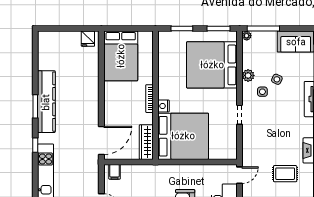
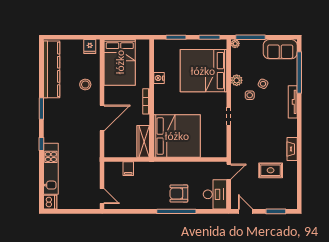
stool: (83, 80) -> (85, 85), added
kitchen counter: (46, 102) -> (52, 69), moved
nightstand: (163, 106) -> (159, 78), moved
door: (101, 140) -> (102, 118), moved
filing cabinet: (115, 172) -> (128, 169), moved

